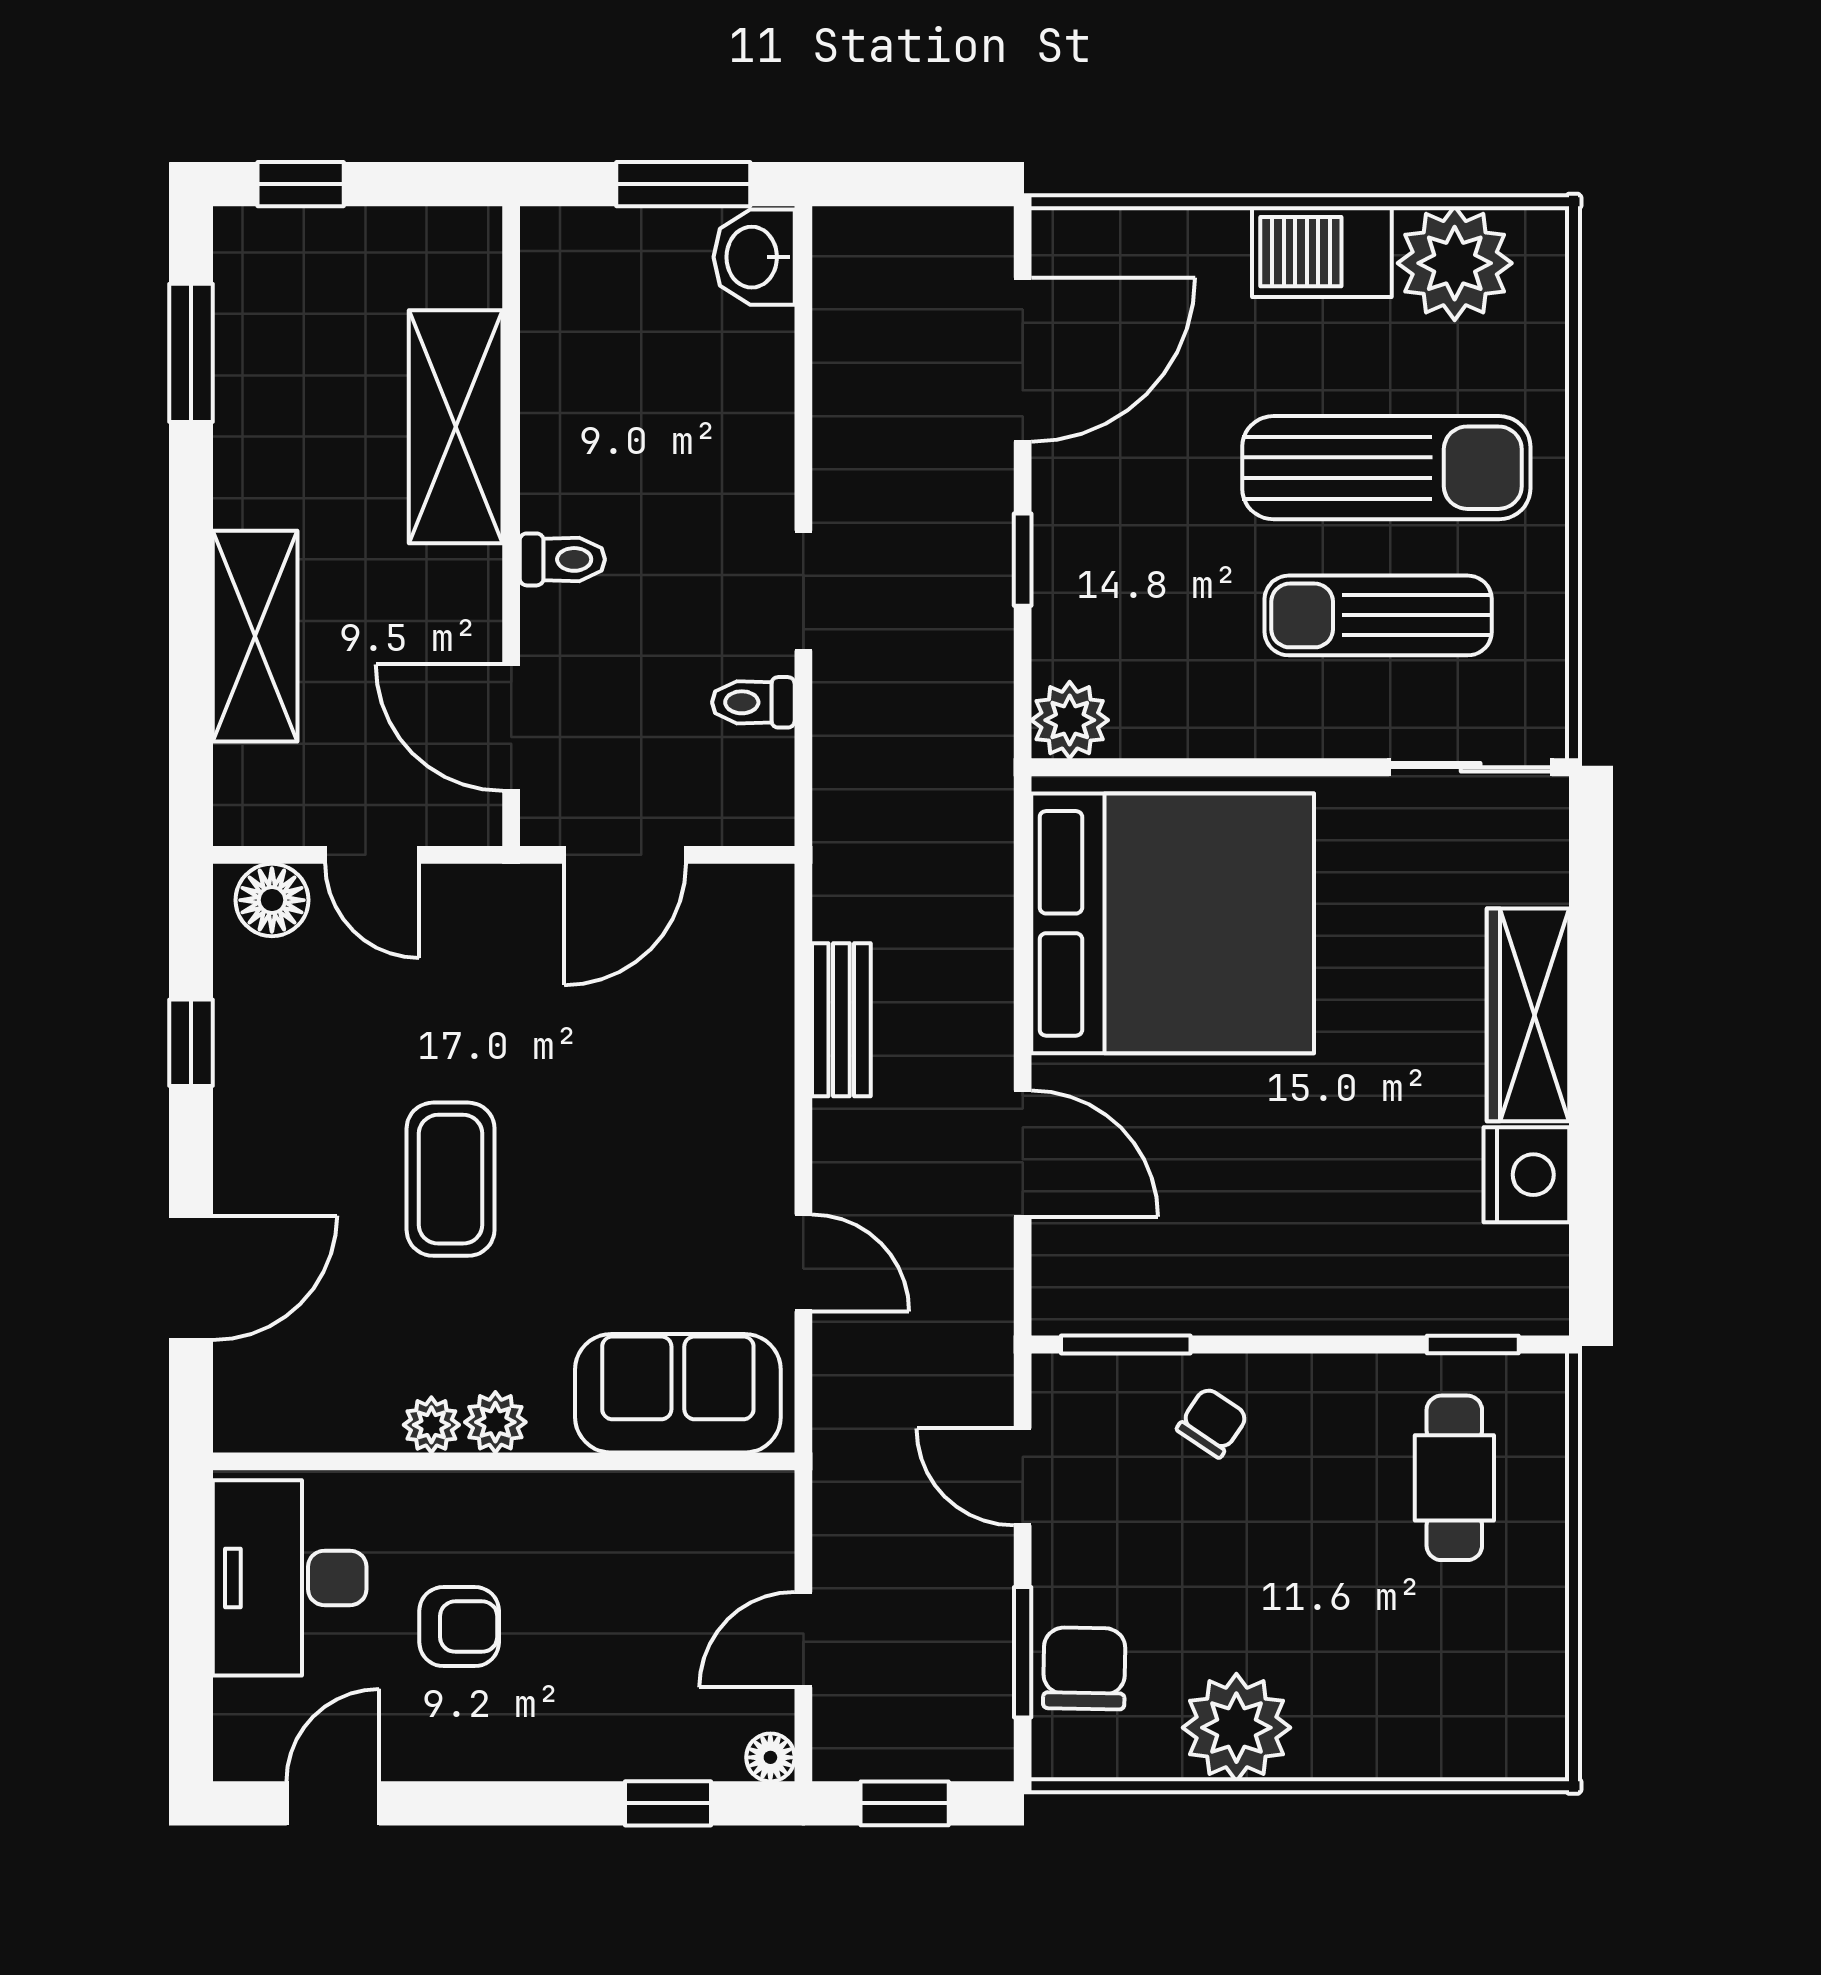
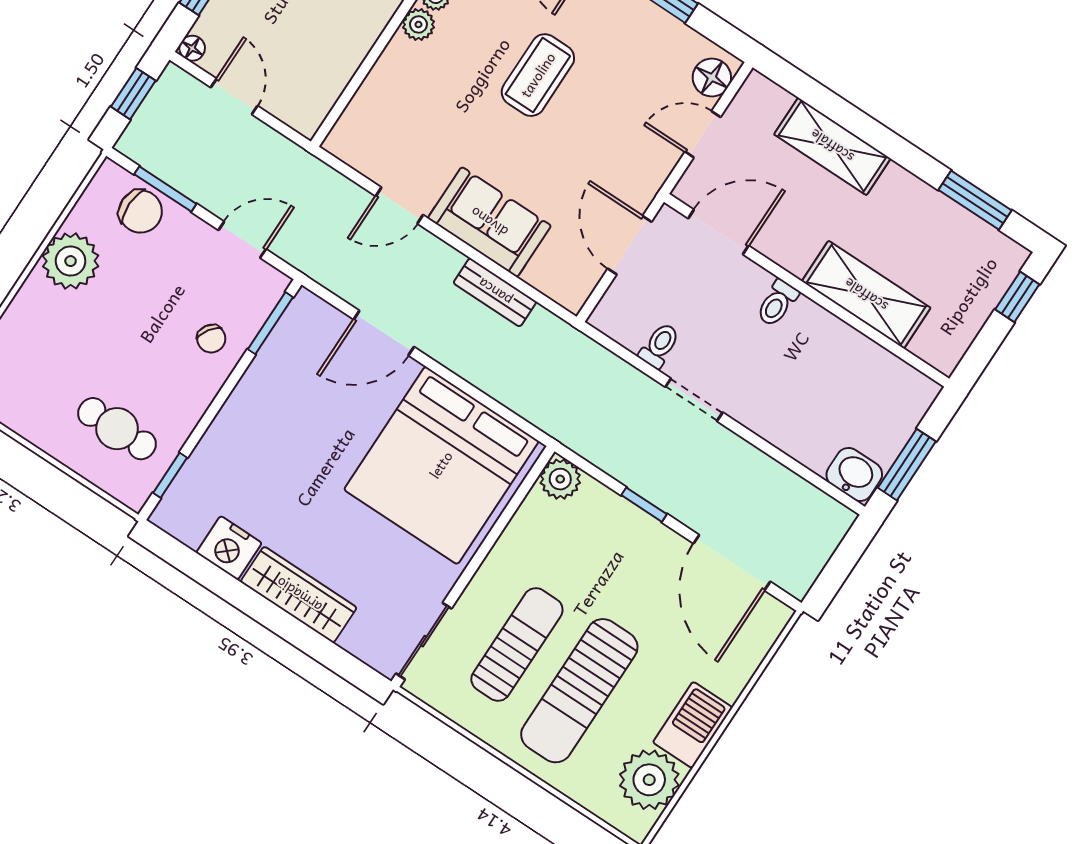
coffee table: (451, 1179) -> (538, 75), turned 90
sofa: (678, 1393) -> (489, 222), moved, turned -90

